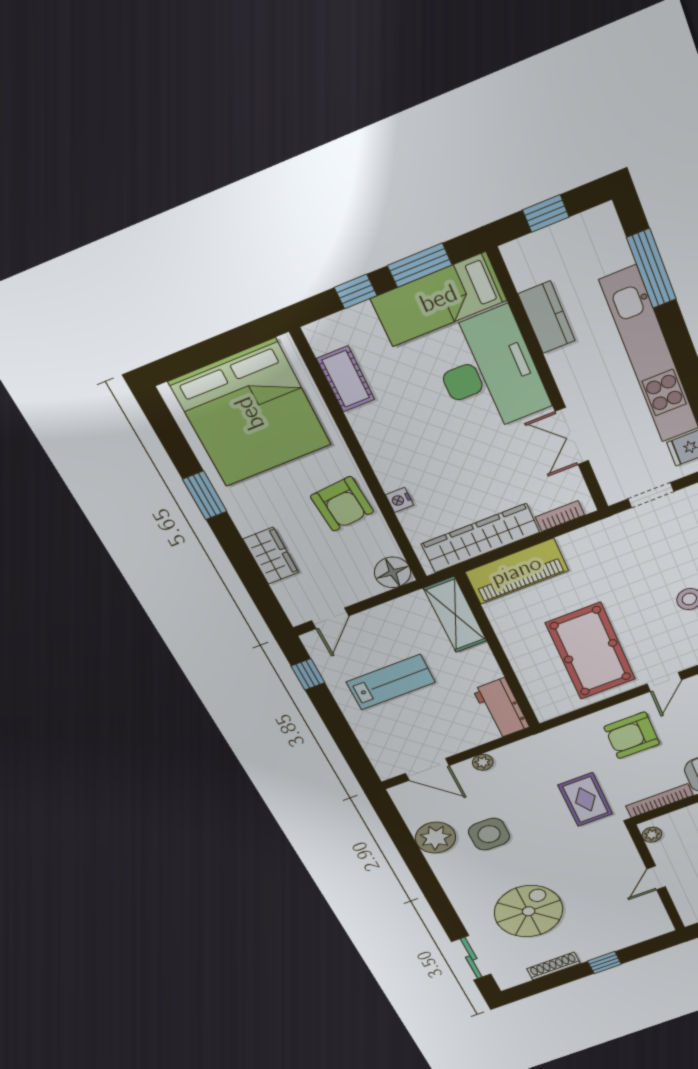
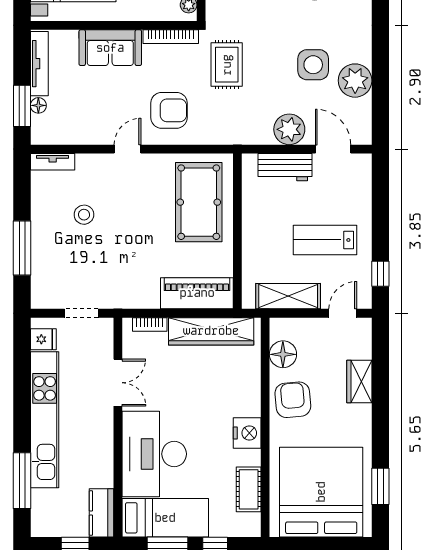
kitchen counter: (547, 317) -> (102, 513), moved
window: (205, 495) -> (380, 486), moved
nightstand: (399, 500) -> (247, 433), moved, width x1.89, depth x1.79
floor lamp: (393, 572) -> (283, 354), moved
shelving: (455, 614) -> (288, 296), moved, turned 90
pool table: (591, 651) -> (199, 202), moved
workbench: (501, 708) -> (285, 167), moved, turned 90
plant: (483, 762) -> (289, 129), width x1.88, depth x1.88

